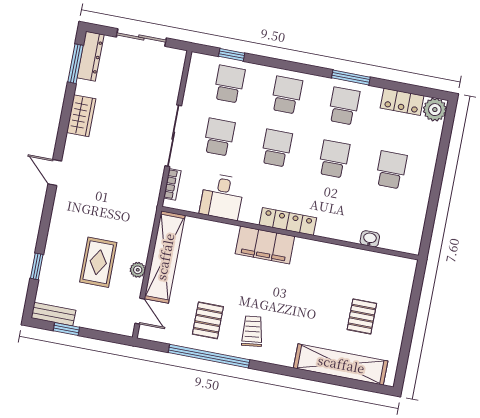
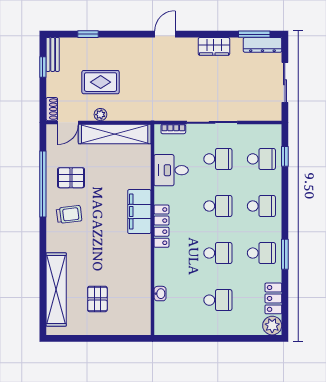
pallet: (362, 316) -> (97, 299), turned 90
shoe rack: (120, 328) -> (52, 109), added

